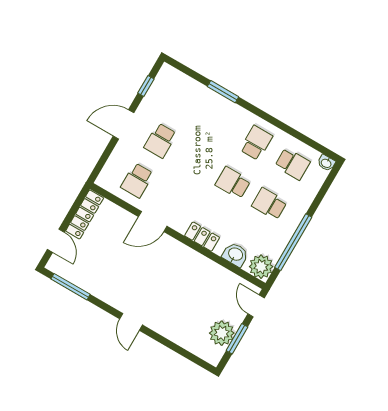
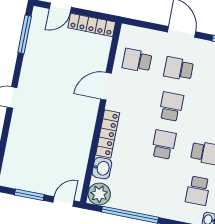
school desk: (269, 204) -> (171, 107), moved
door: (153, 221) -> (106, 86), hinge flipped
locker: (202, 237) -> (108, 134), width x1.53
plant: (222, 333) -> (30, 180), removed

